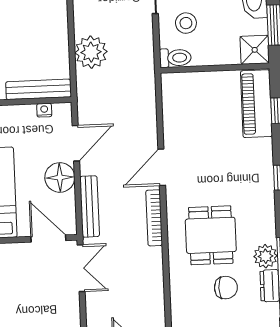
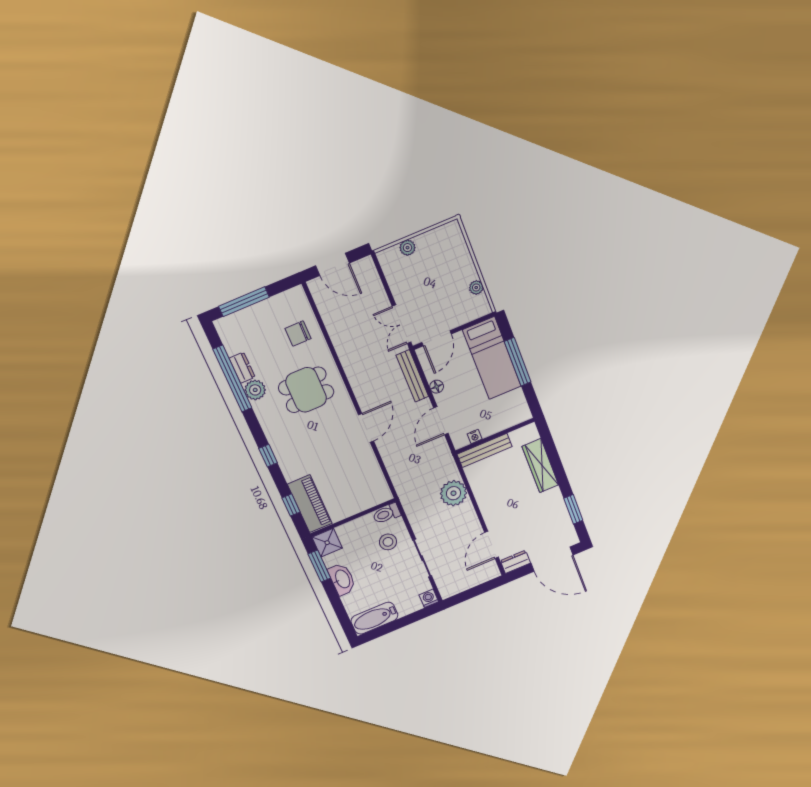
floor lamp: (60, 177) -> (437, 387), width x0.53, depth x0.53
bookcase: (154, 218) -> (357, 386), removed
dining table: (211, 235) -> (306, 390), turned 90
door: (48, 238) -> (437, 338), hinge flipped
chair: (226, 288) -> (298, 333), moved

